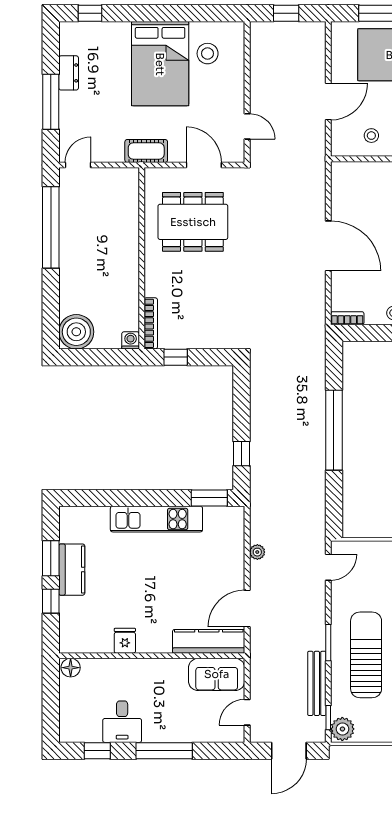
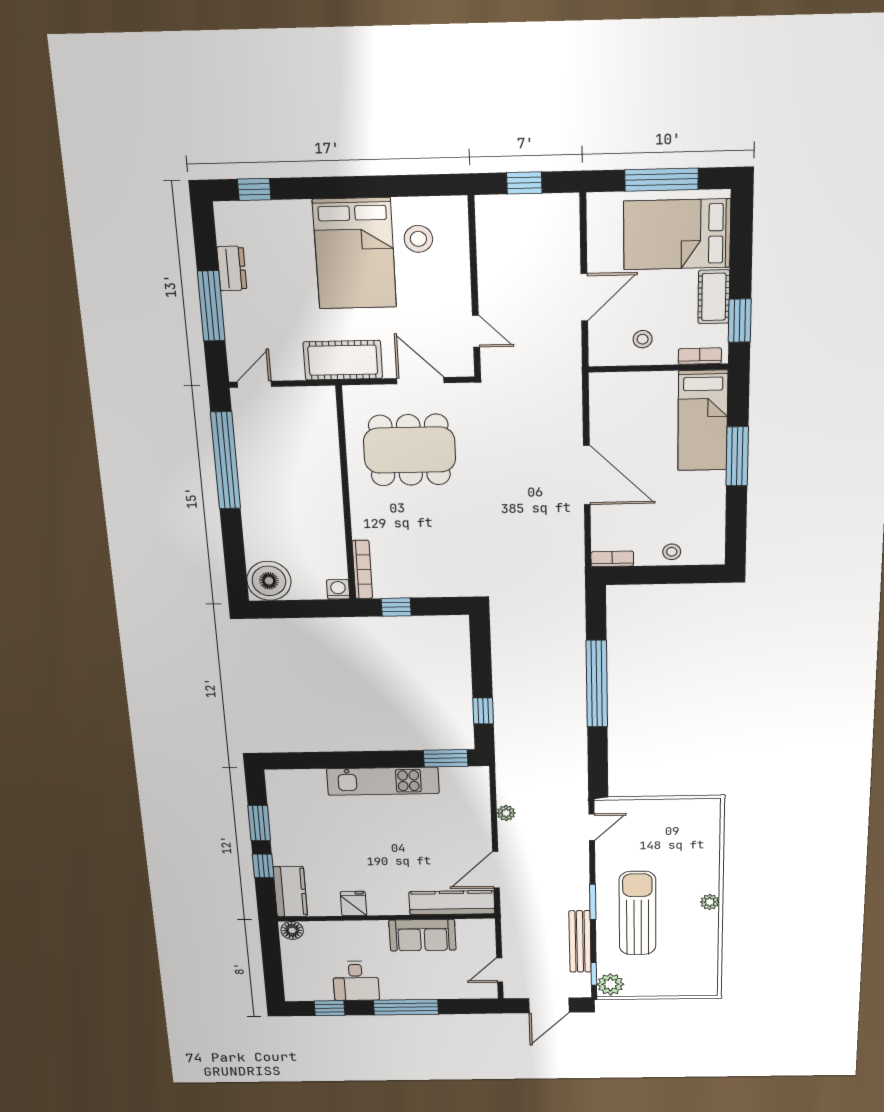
cot: (146, 151) -> (343, 360), width x1.37, depth x1.34
kitchen counter: (72, 570) -> (290, 892), moved
sofa: (217, 674) -> (422, 935), moved

